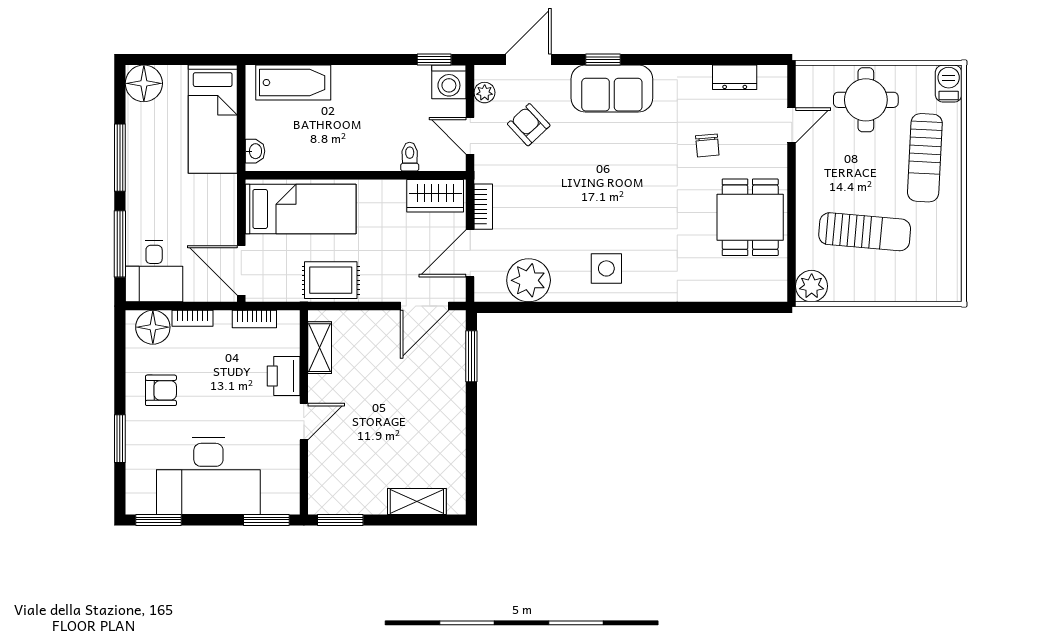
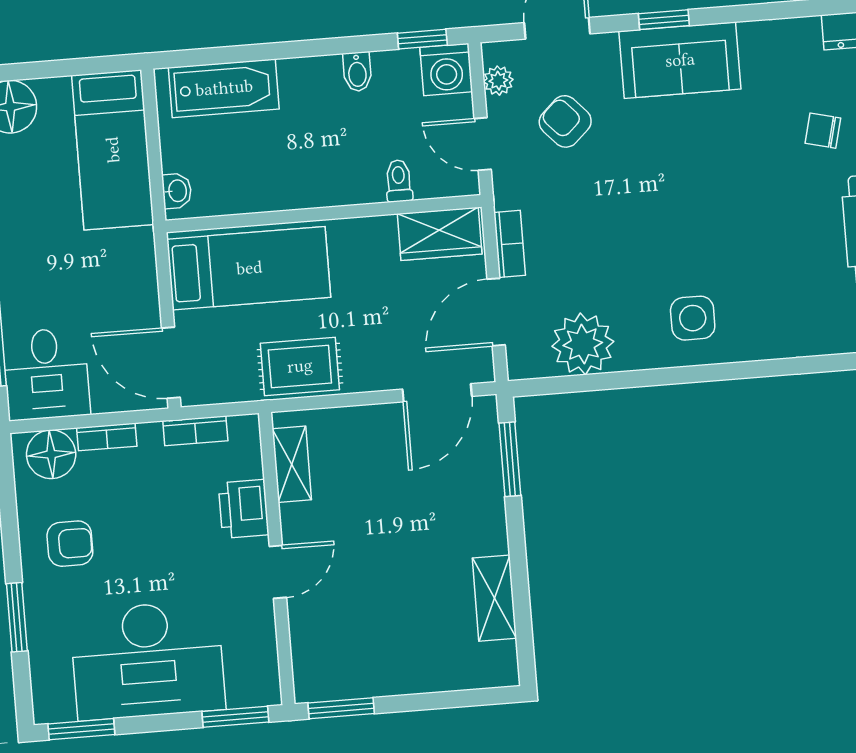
bidet: (387, 78) -> (357, 72), added
chair: (707, 145) -> (823, 131), turned 109
shelving: (417, 501) -> (494, 598), moved, turned 90

